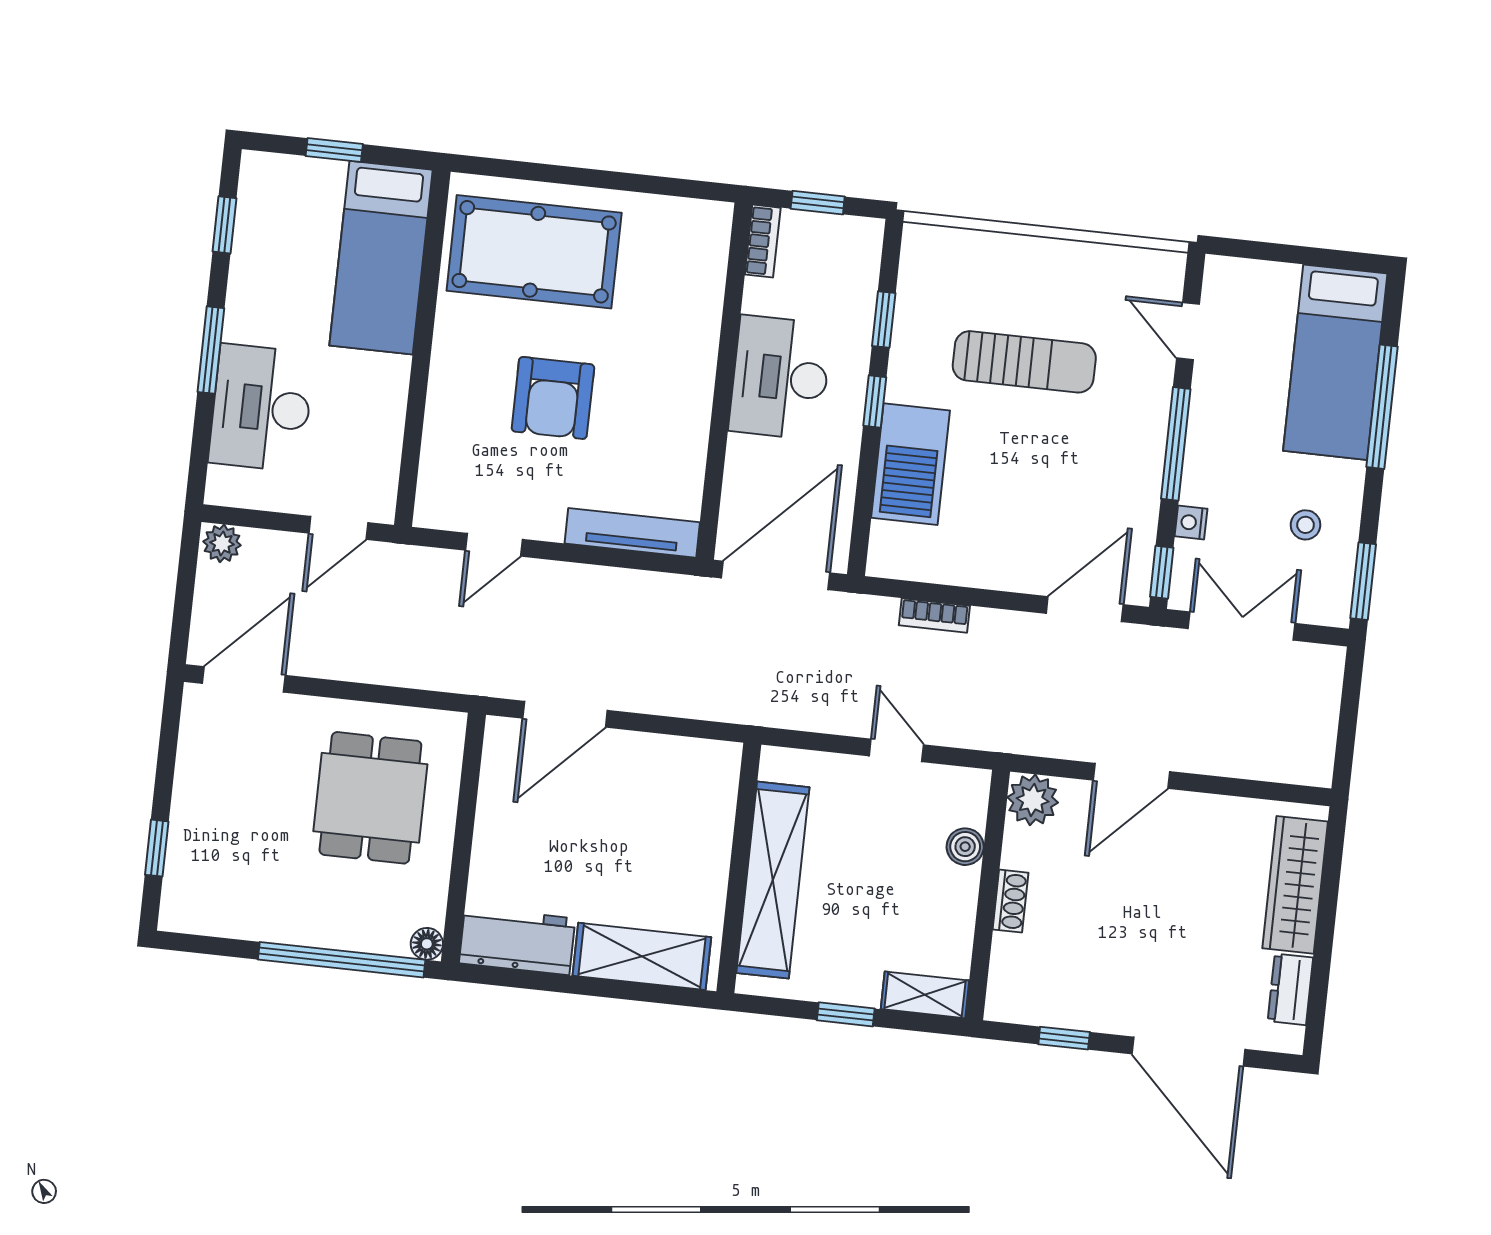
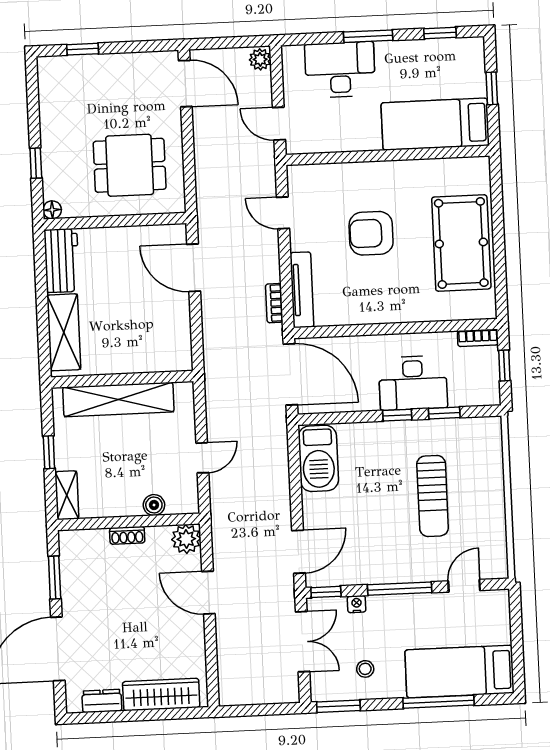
pool table: (534, 252) -> (461, 243), moved
desk: (780, 378) -> (413, 383), moved, turned 180
barbecue: (911, 464) -> (318, 458), moved, turned -90
door: (1085, 609) -> (298, 552), hinge flipped
bookcase: (934, 615) -> (274, 303), moved
window: (342, 960) -> (36, 163), width x0.32
window: (1064, 1038) -> (55, 578), width x1.50

